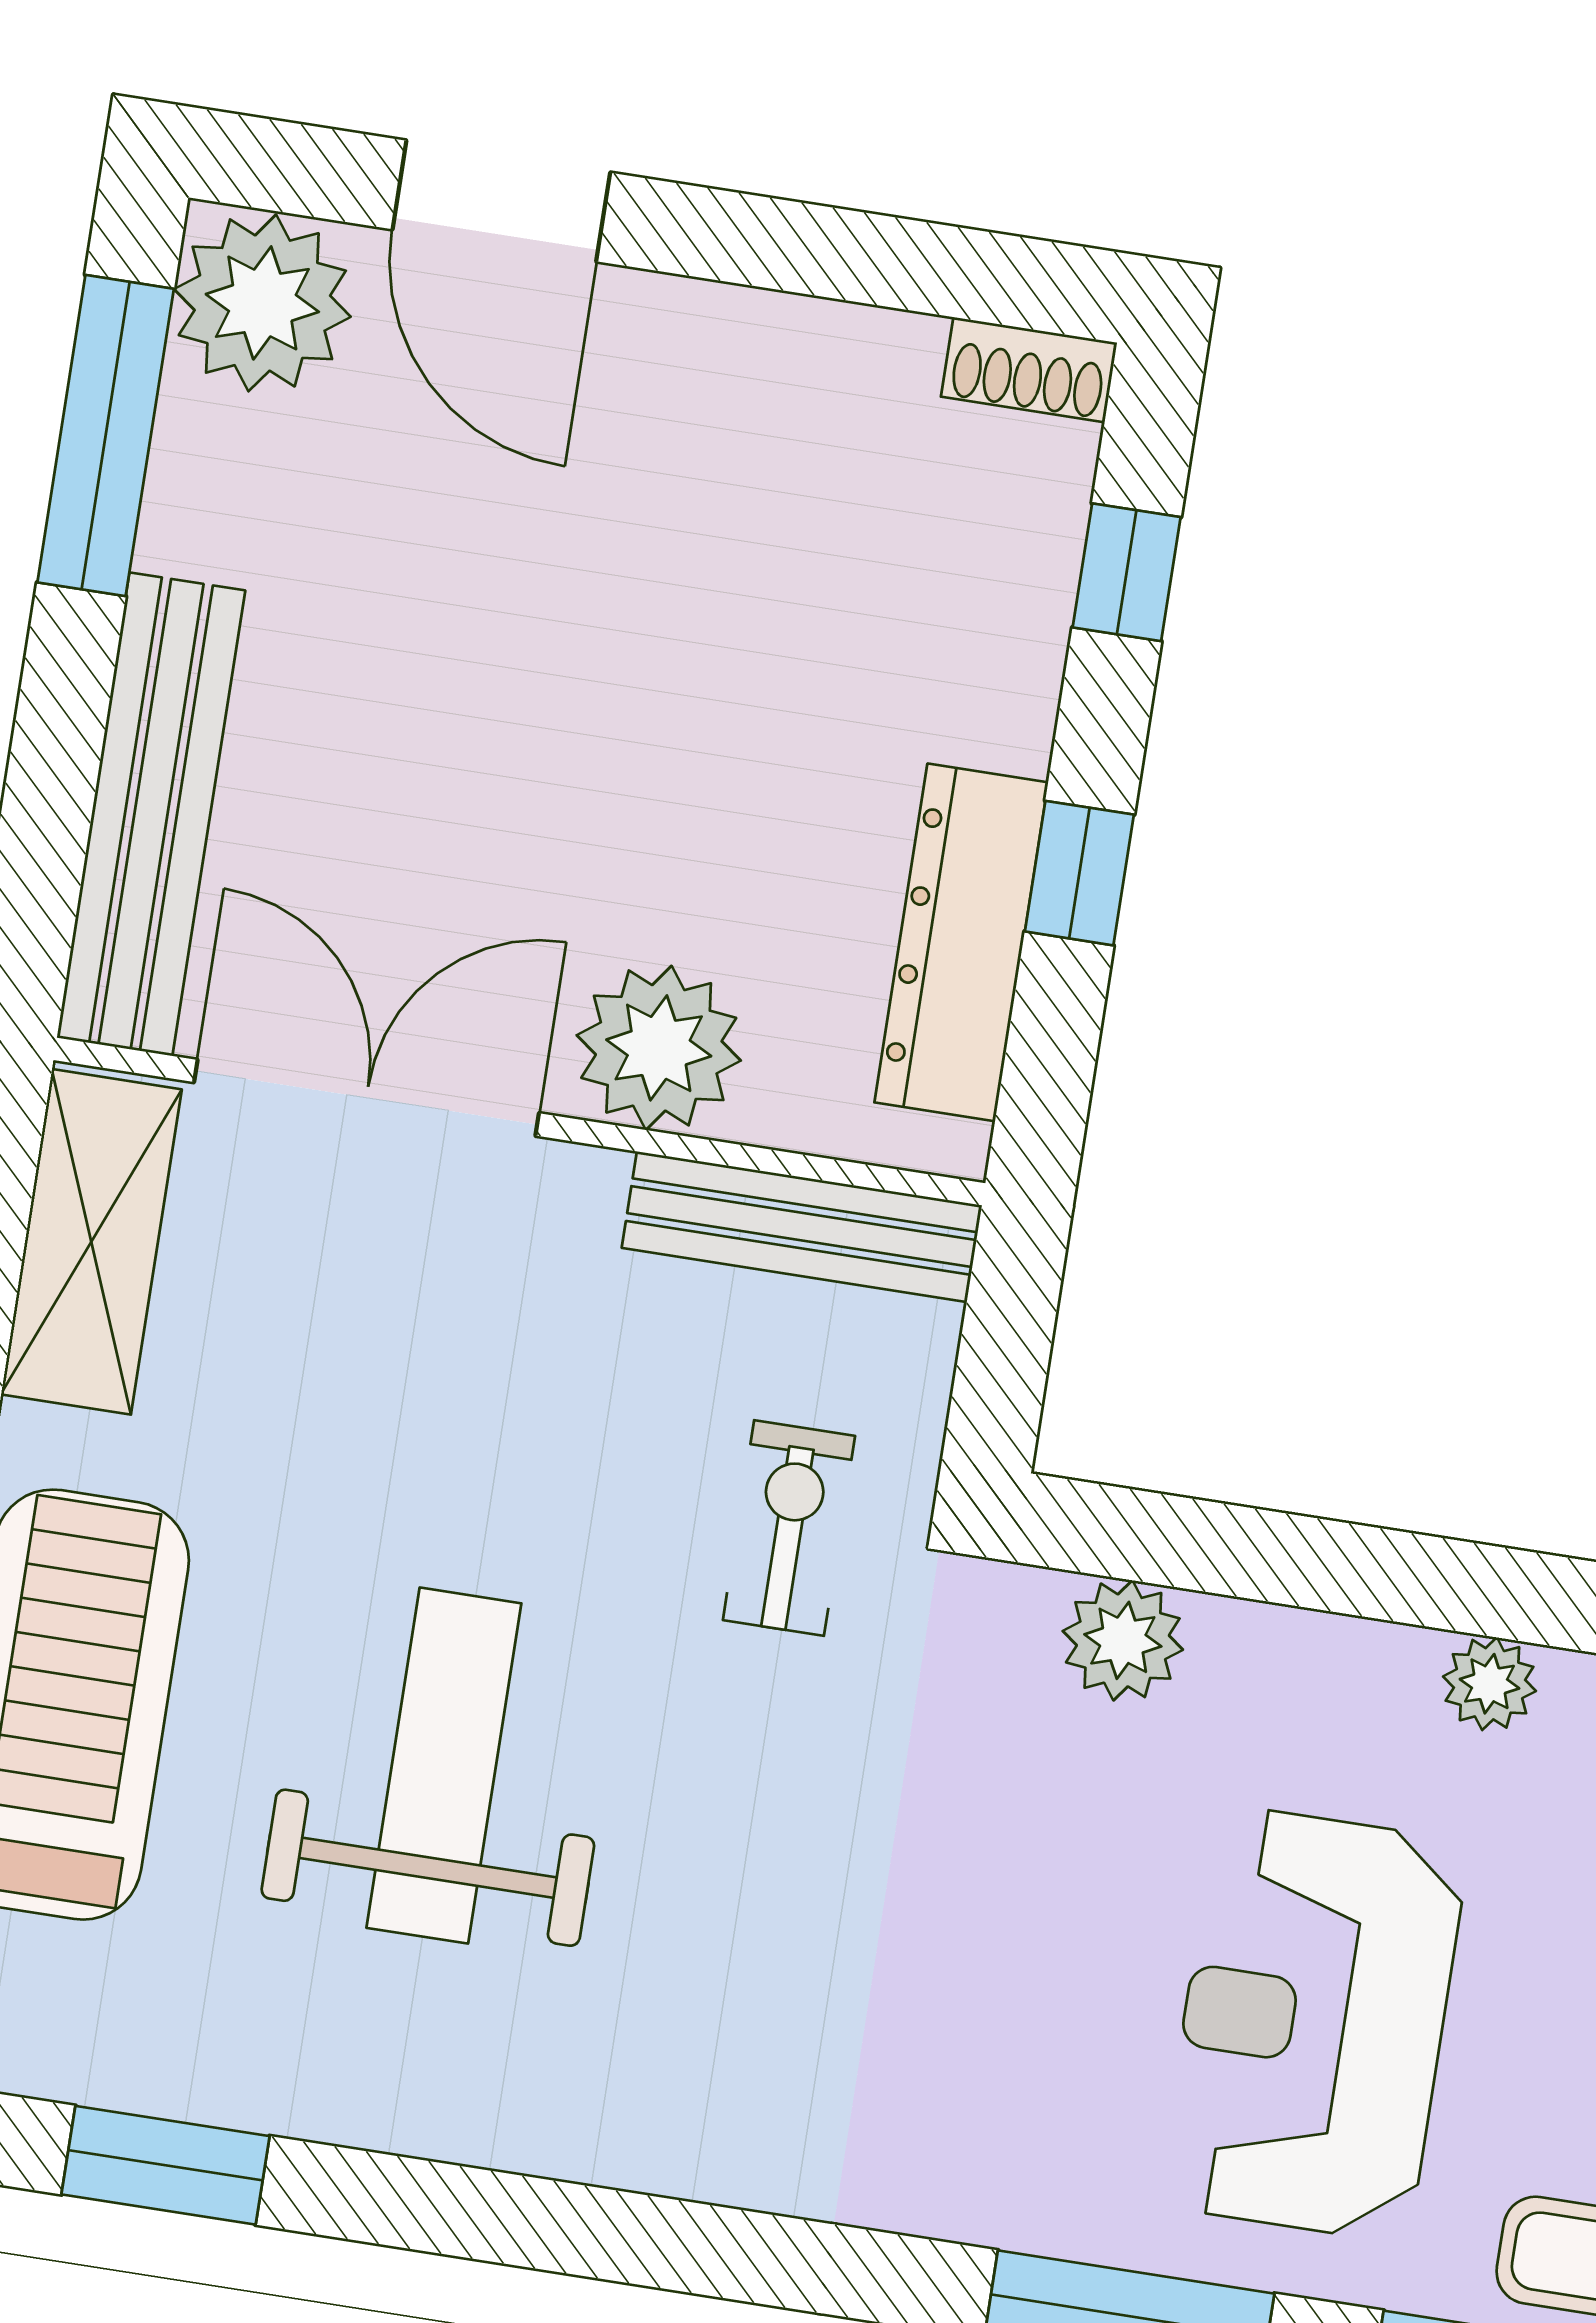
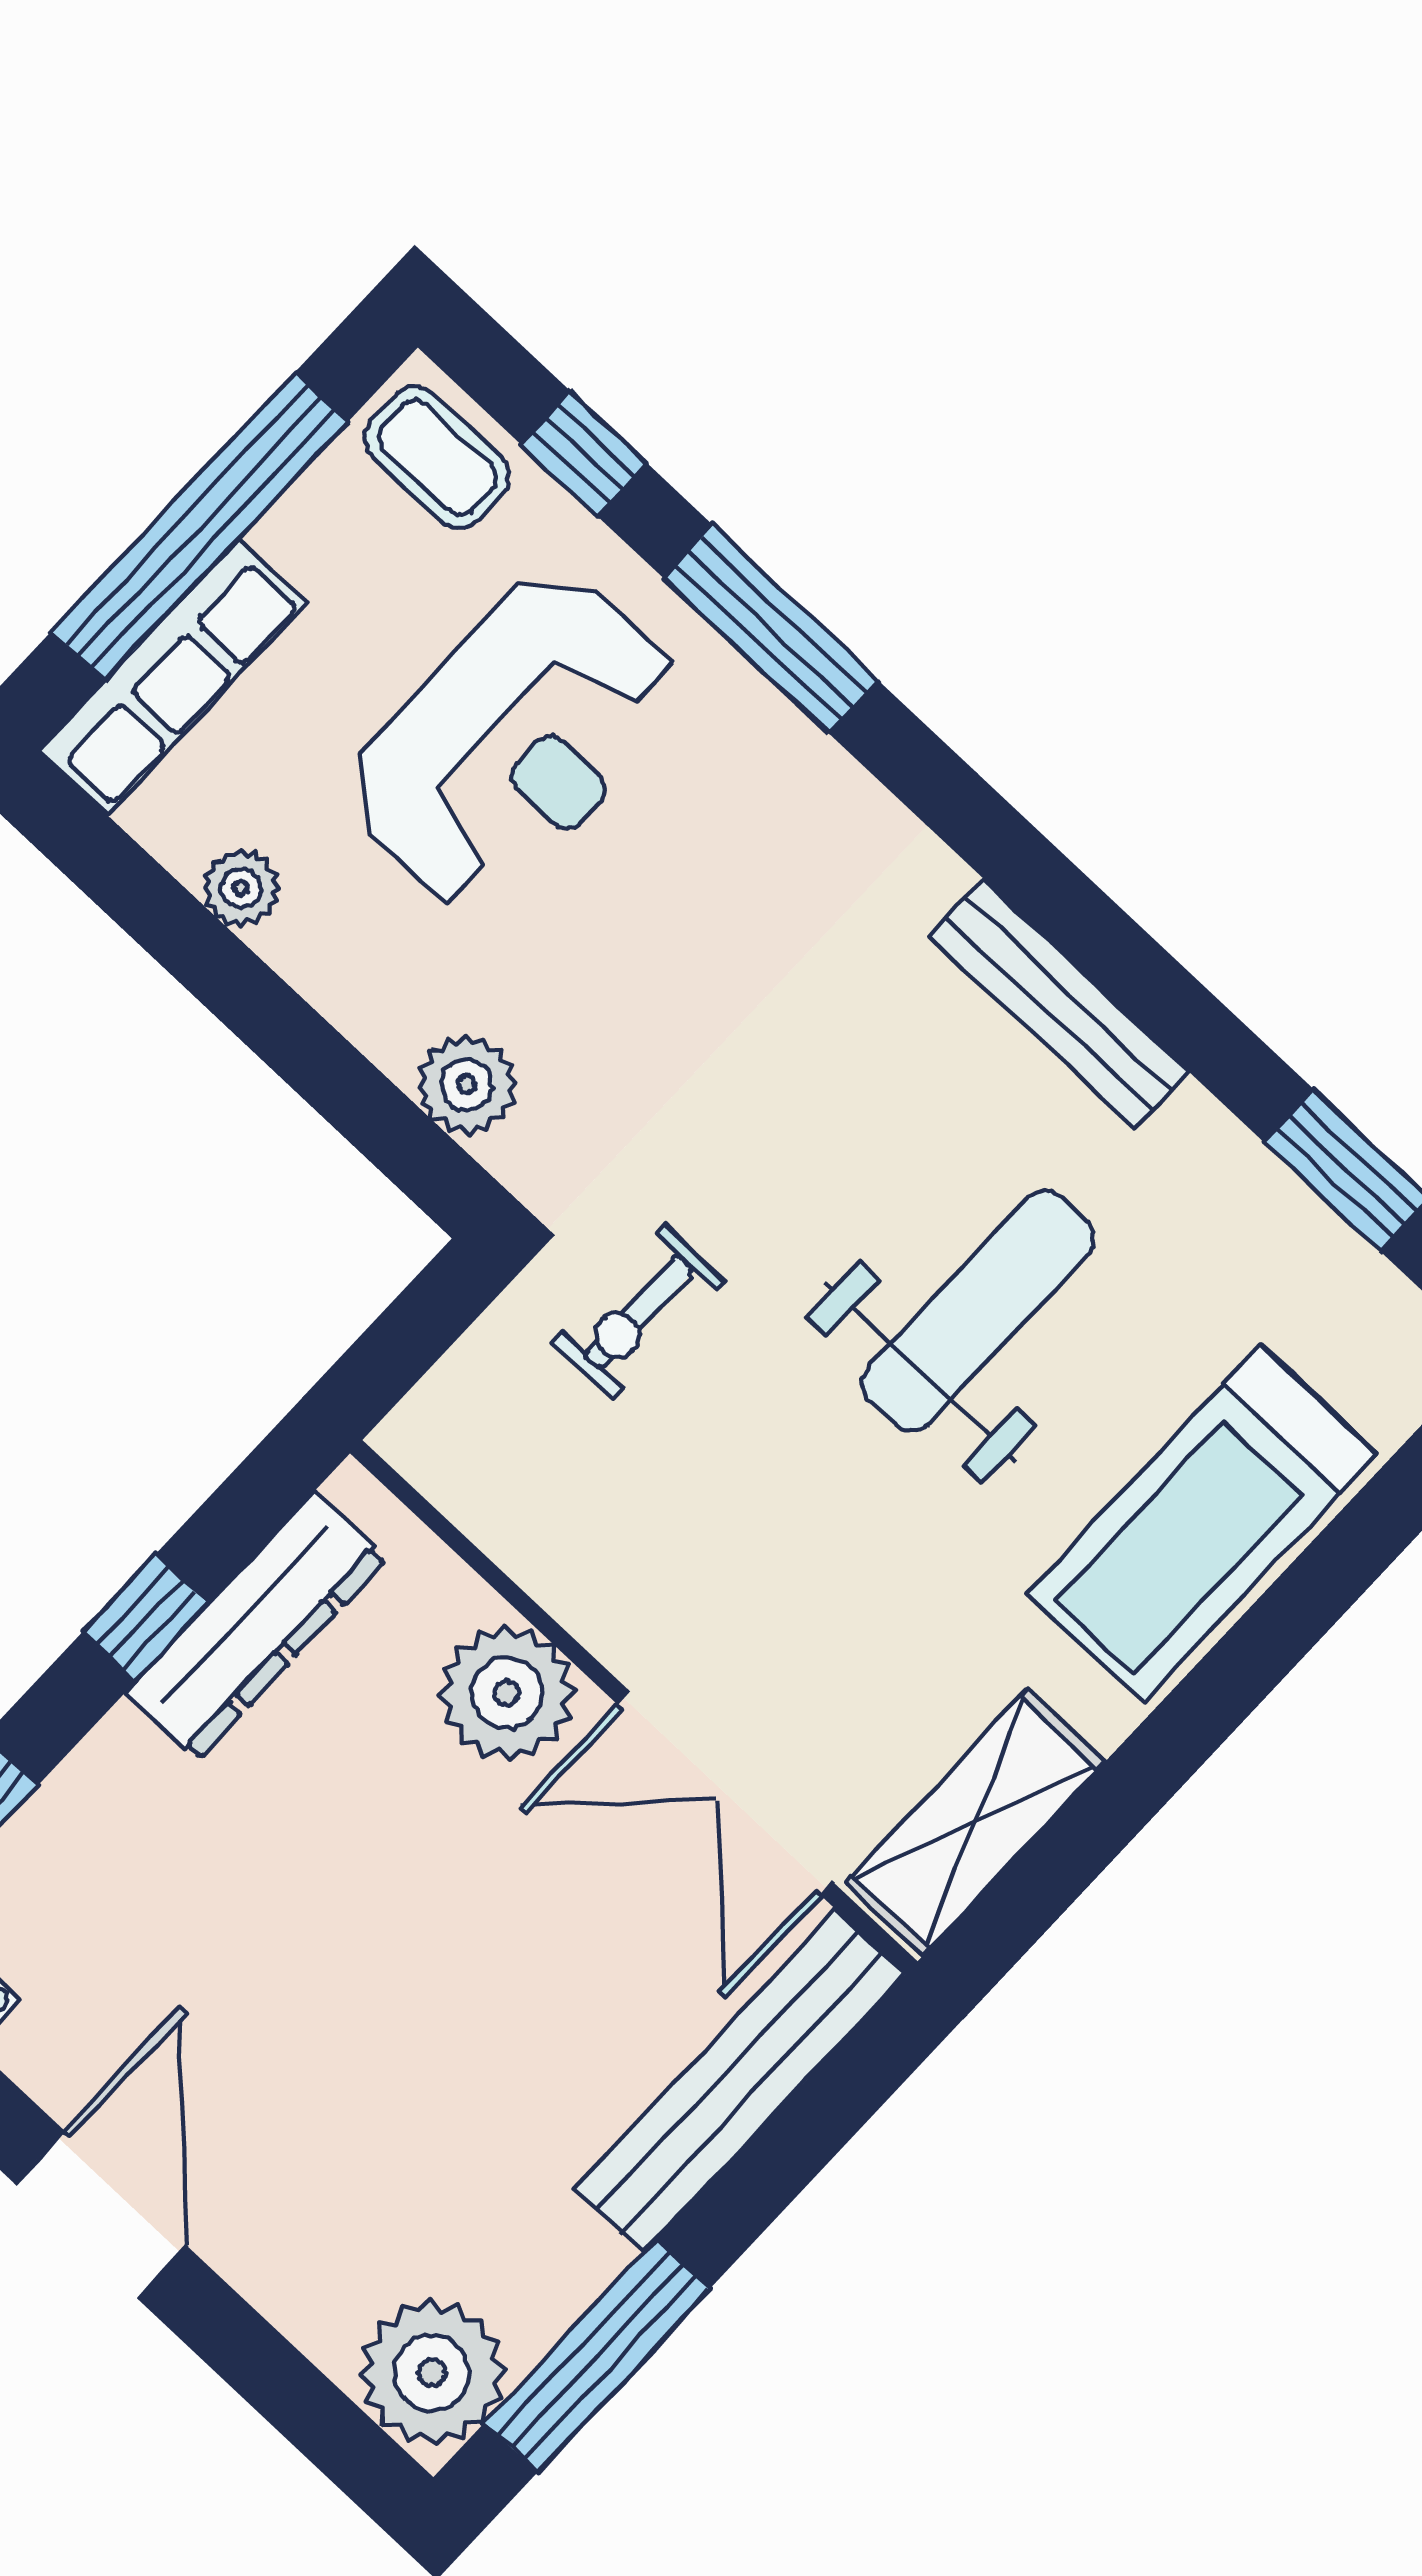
door: (501, 201) -> (101, 2214), moved
bench: (802, 1227) -> (1059, 1004), moved
weight bench: (444, 1766) -> (978, 1311), turned 180

